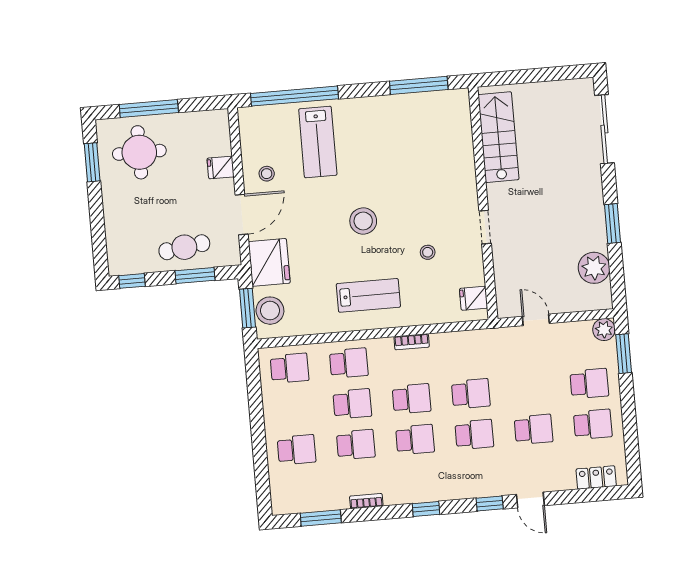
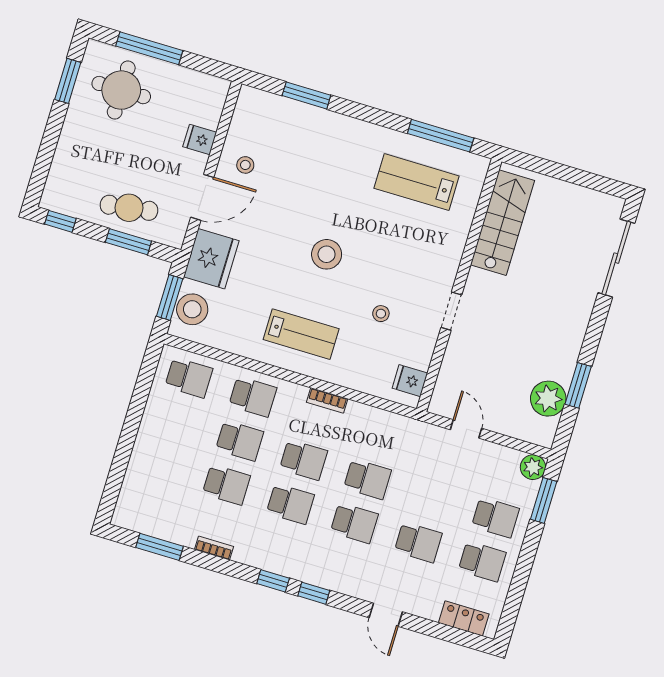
window: (294, 96) -> (306, 95), width x0.47
lab bench: (318, 142) -> (417, 182), moved, turned 90
window: (612, 224) -> (578, 385), moved
school desk: (297, 450) -> (162, 466), removed
window: (490, 504) -> (314, 593), moved

